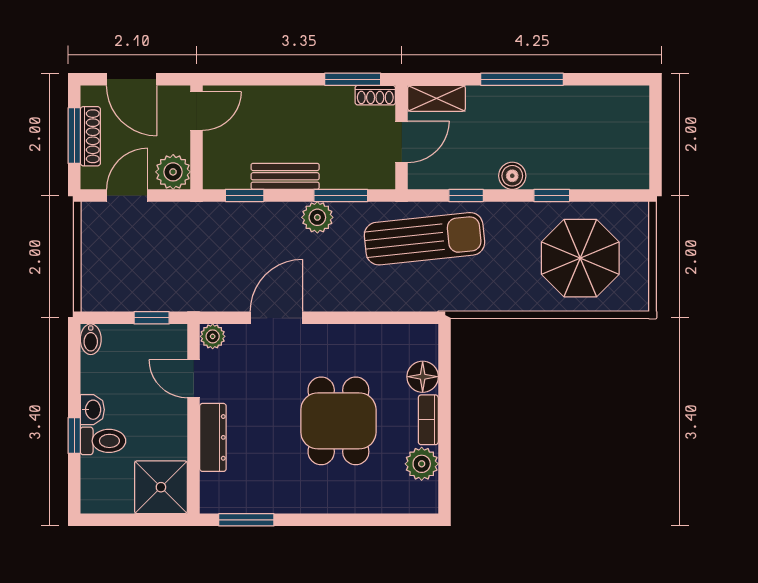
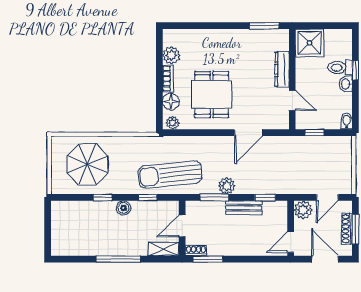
plant: (213, 336) -> (173, 123), moved
dining table: (338, 421) -> (212, 94), moved

